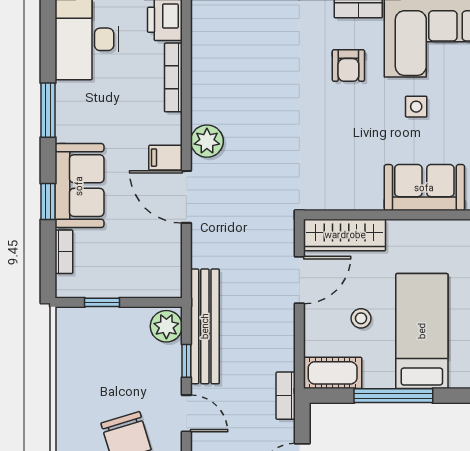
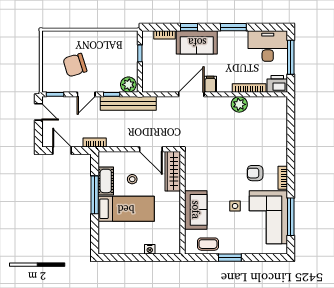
plant: (207, 141) -> (239, 104), moved
cot: (333, 373) -> (106, 181), moved

